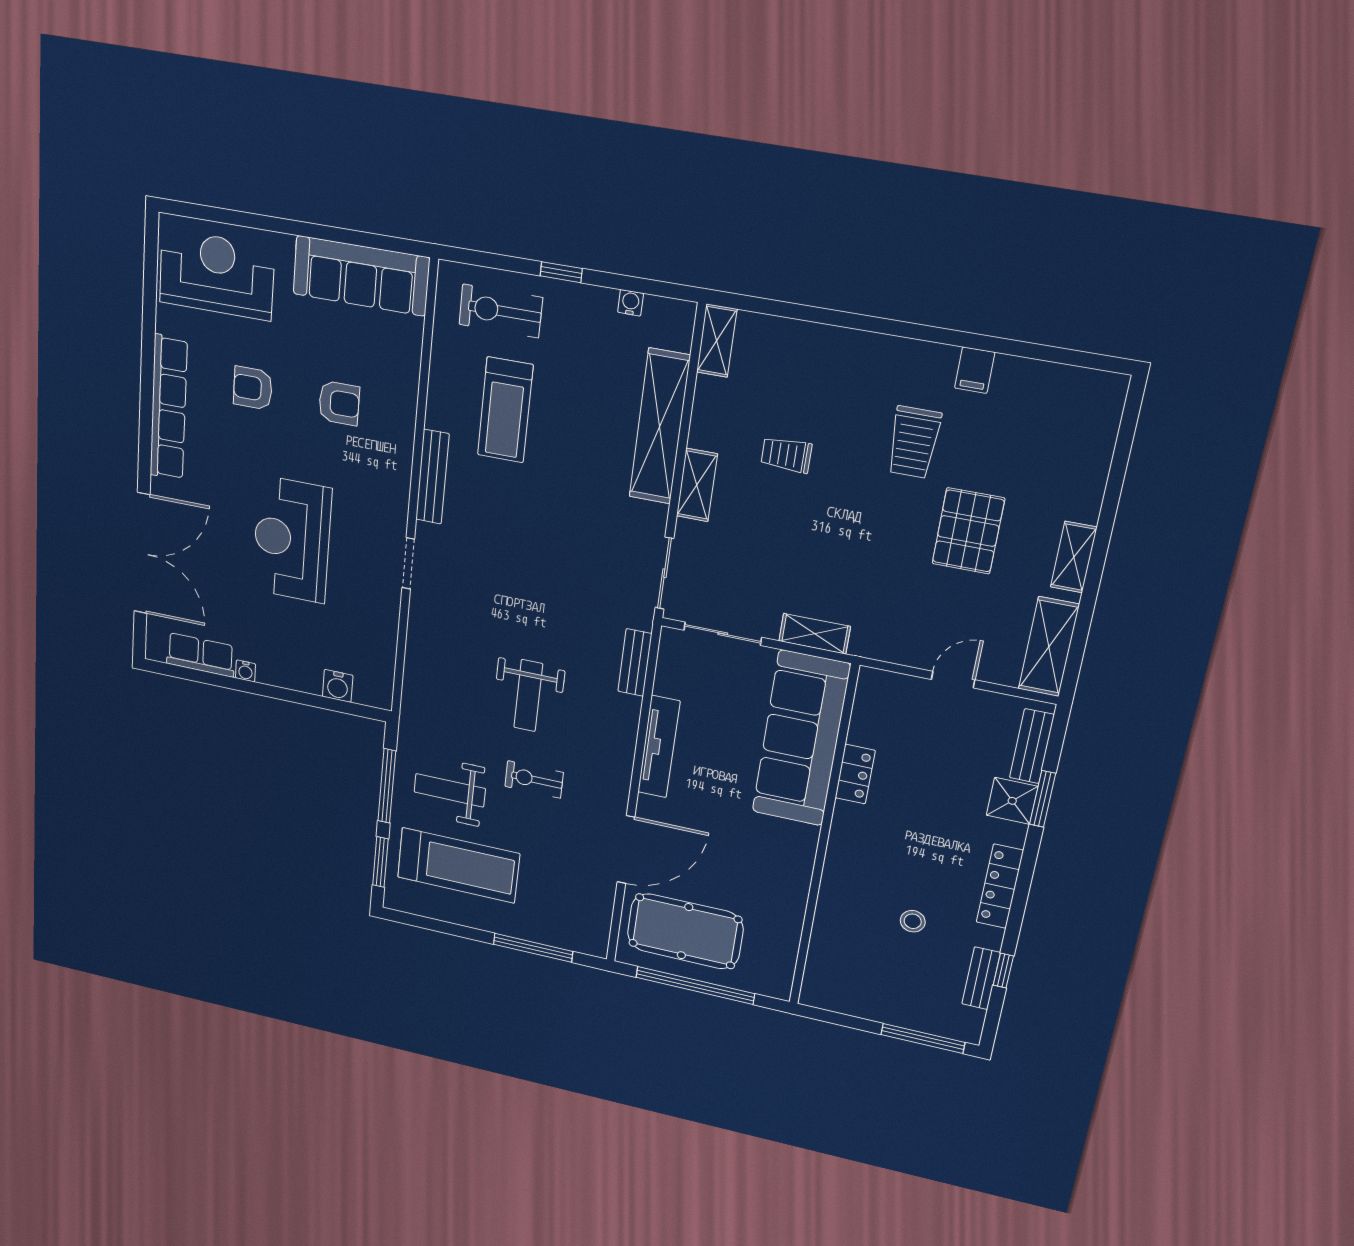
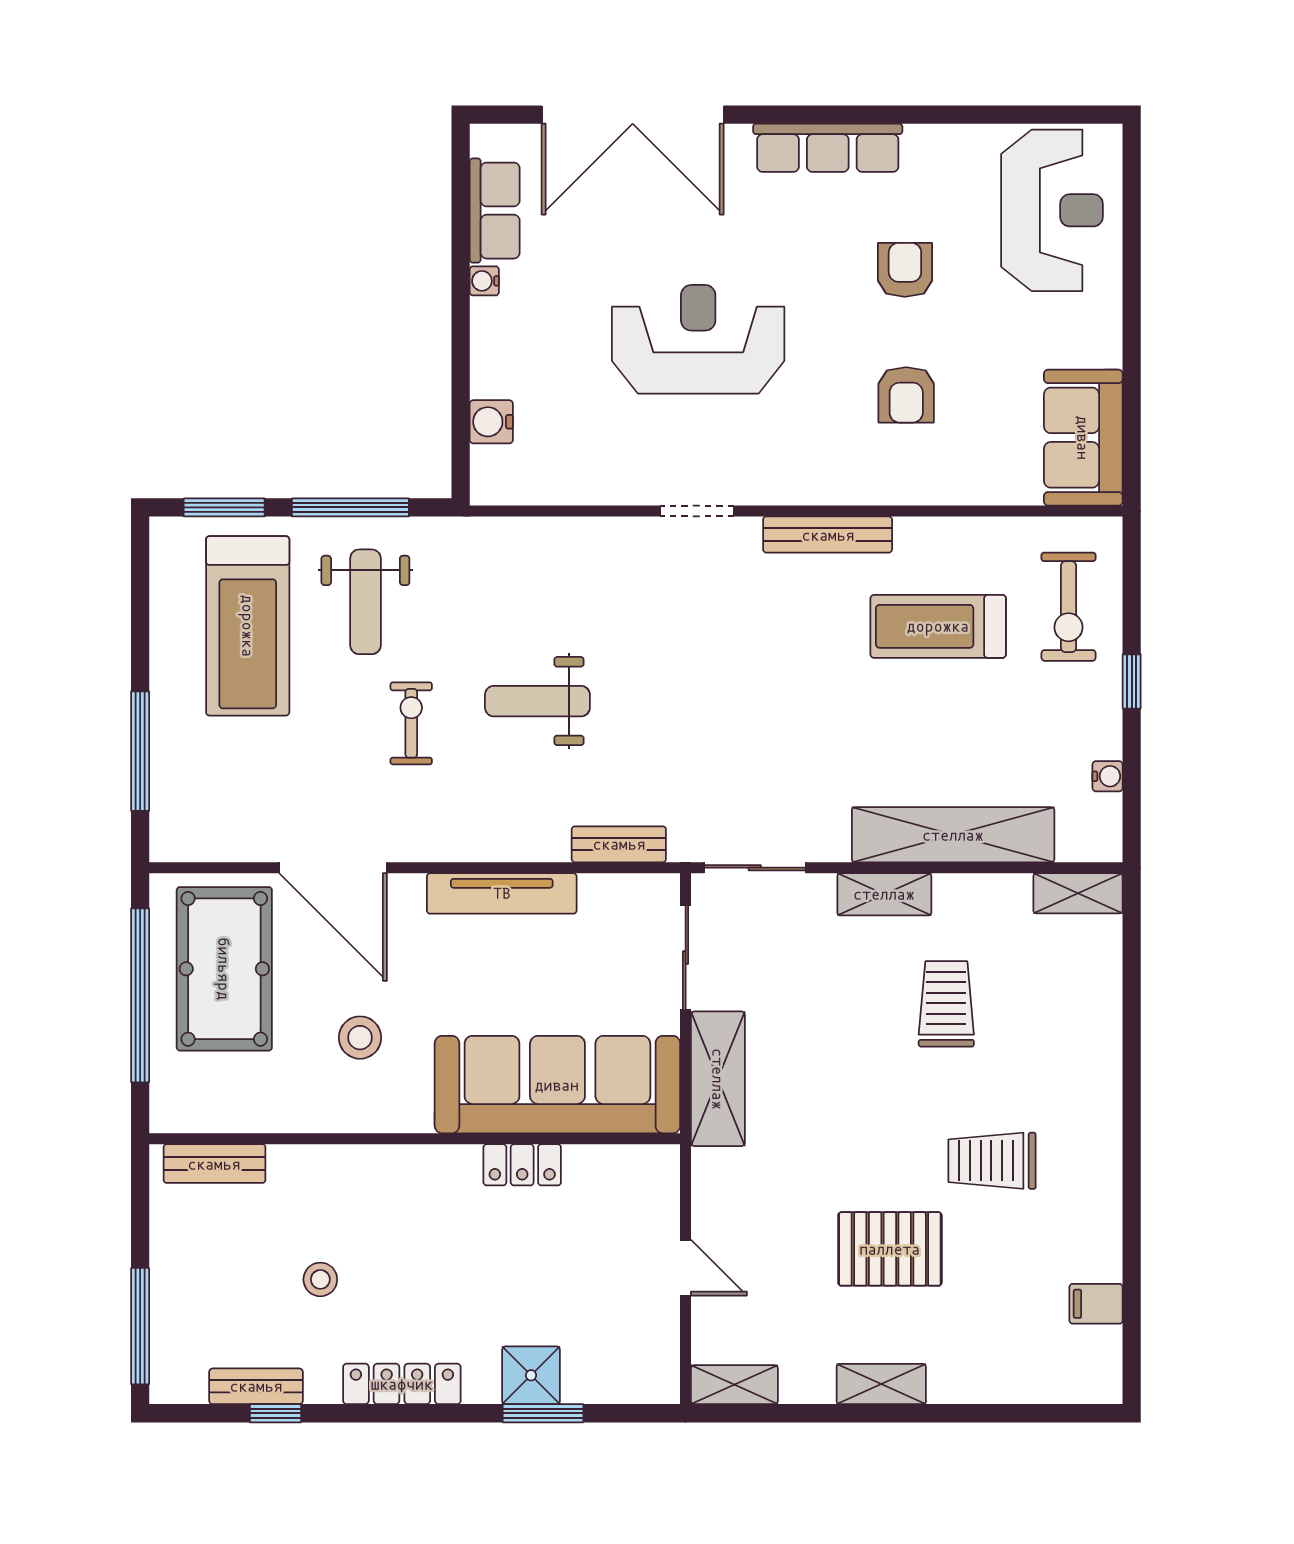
sofa: (361, 276) -> (1083, 438), width x0.73
exercise bike: (501, 311) -> (1069, 607), turned 180
filing cabinet: (975, 370) -> (1096, 1304), moved
row of seats: (169, 408) -> (828, 148), width x0.73
trolley: (786, 455) -> (946, 1004), width x1.36, depth x1.39
shelving: (815, 634) -> (718, 1079), width x1.50, depth x1.33
shelving: (1049, 647) -> (734, 1385), width x0.67, depth x0.75
bench: (1032, 746) -> (214, 1164), moved
weight bench: (450, 790) -> (365, 602), turned 180
stool: (746, 859) -> (360, 1038), added

